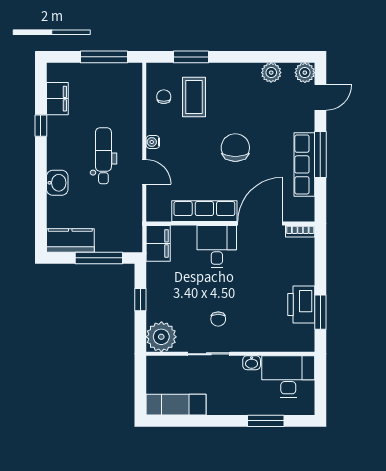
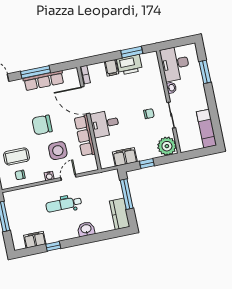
side table: (190, 164) -> (58, 151), added
filing cabinet: (158, 243) -> (125, 157), moved
filing cabinet: (303, 275) -> (111, 68), added

